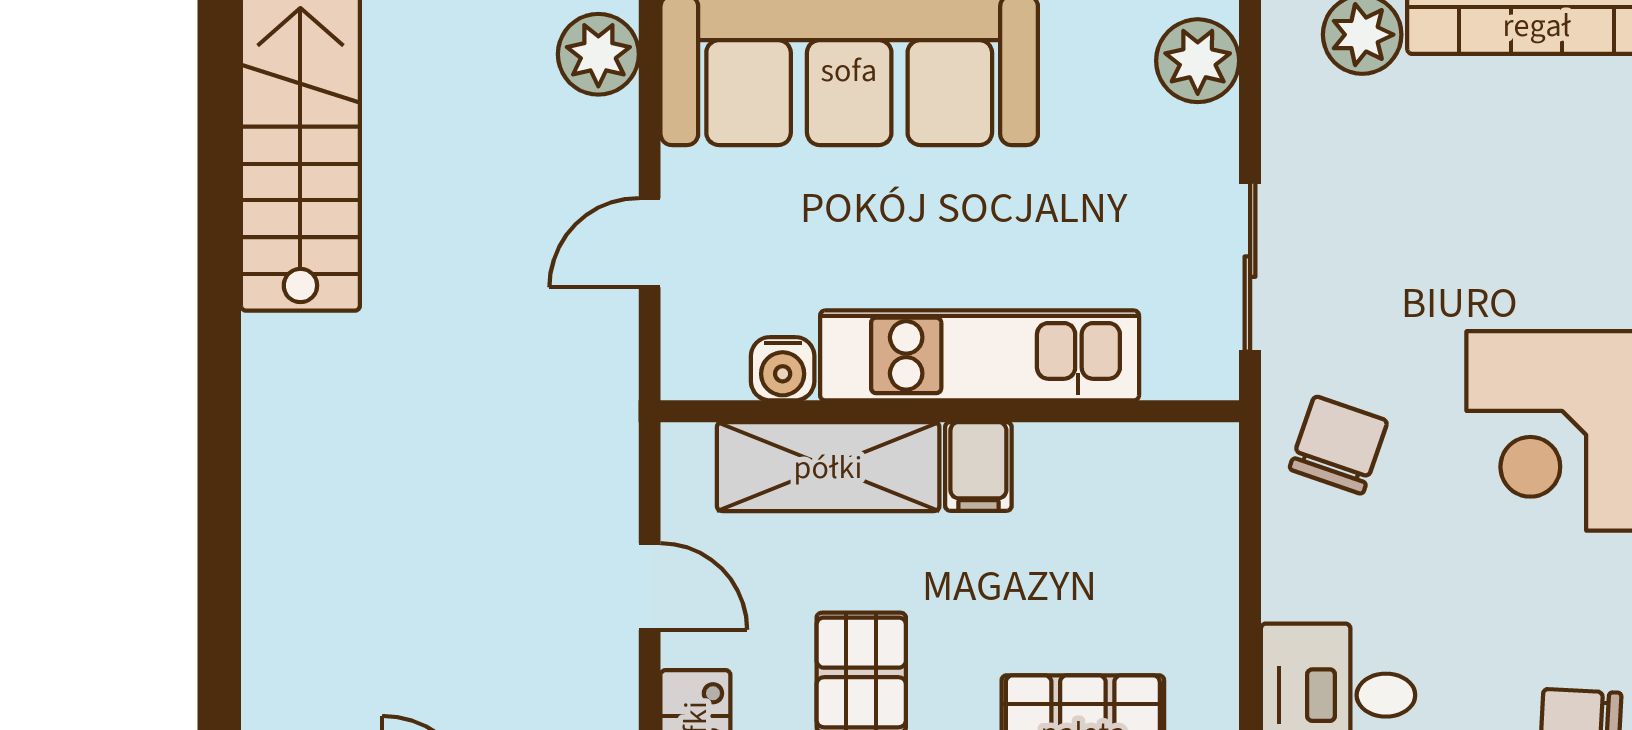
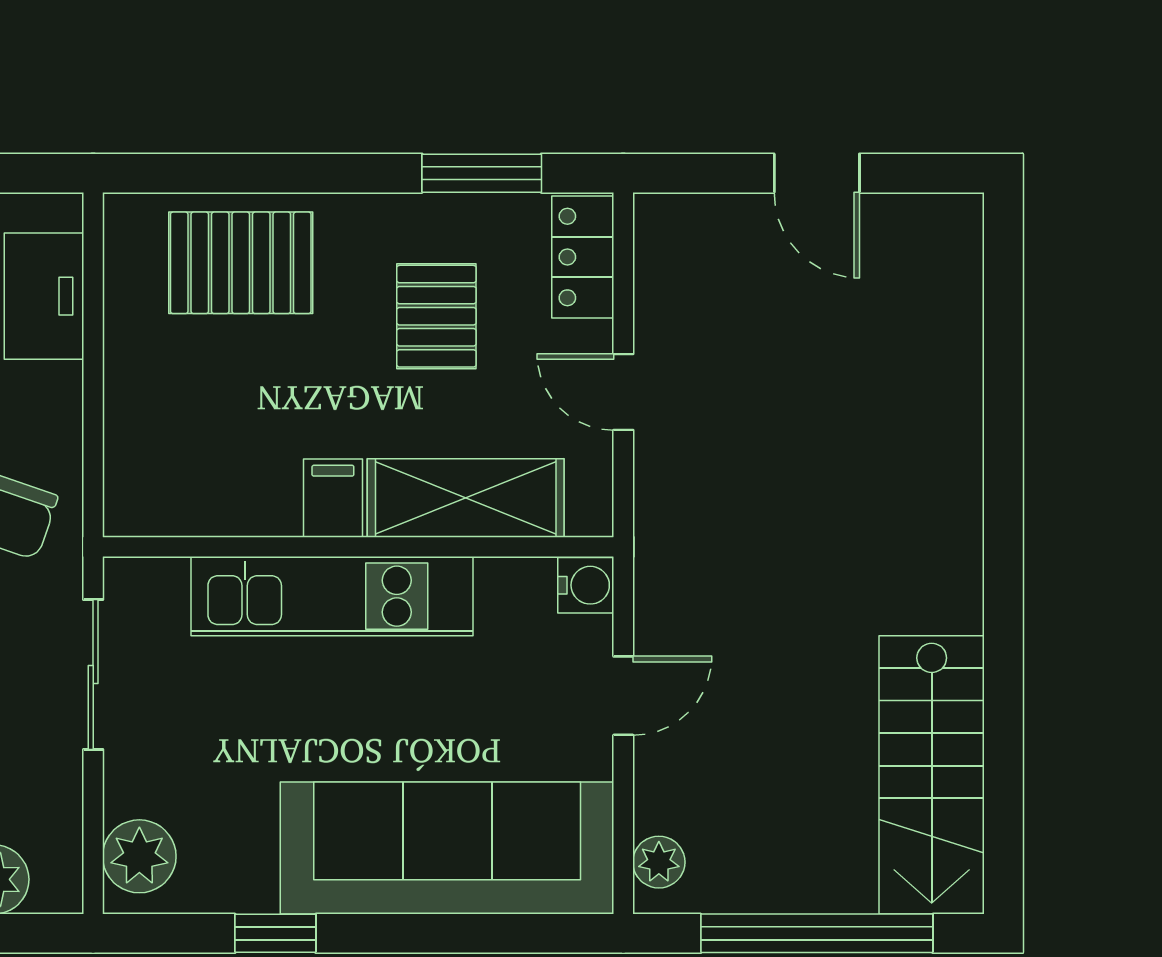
plant: (598, 54) -> (659, 862), width x0.73, depth x0.73
water cooler: (783, 369) -> (586, 585), moved, turned 90

